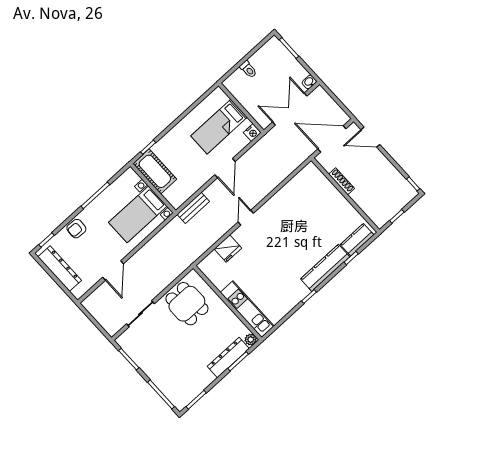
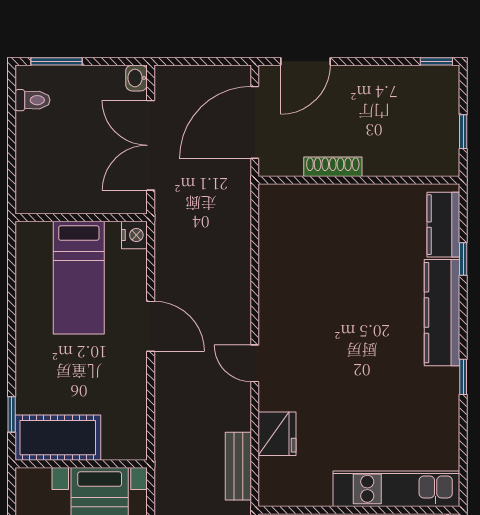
toilet: (248, 69) -> (32, 100), moved
bench: (193, 208) -> (238, 466), moved

